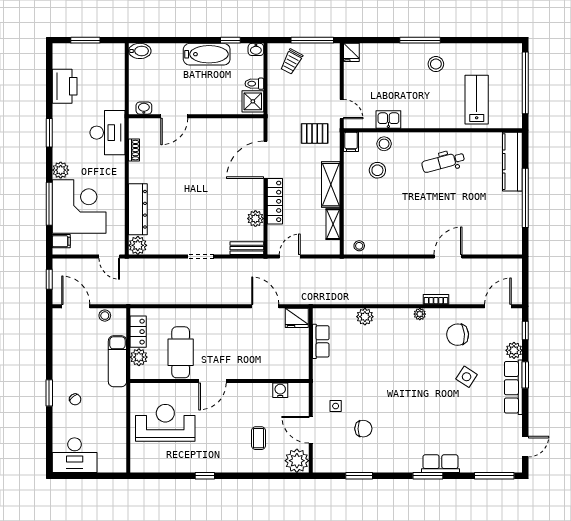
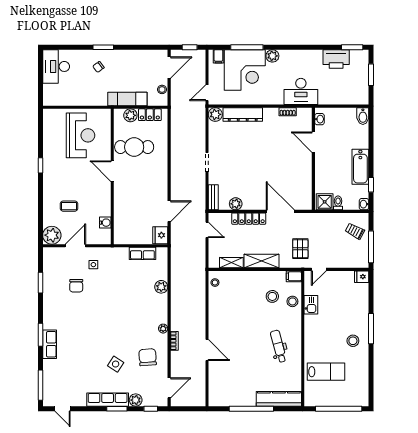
window: (49, 133) -> (352, 47), moved
door: (498, 306) -> (169, 388), hinge flipped

